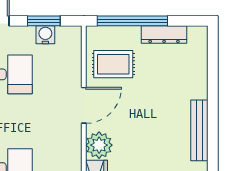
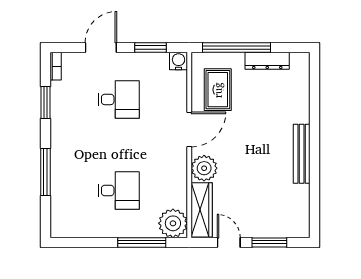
water cooler: (45, 35) -> (179, 61), moved
rug: (113, 64) -> (218, 90), turned 90

